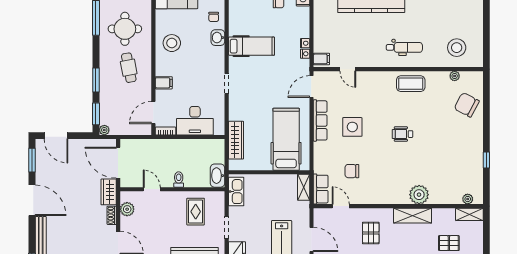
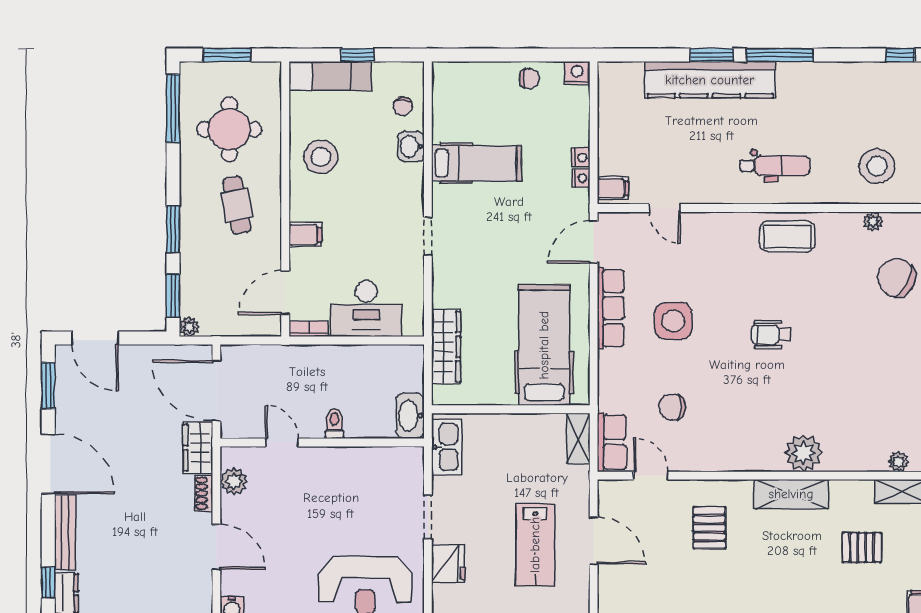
rug: (196, 212) -> (367, 486), removed

